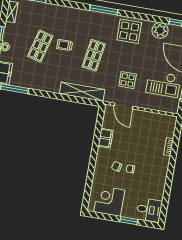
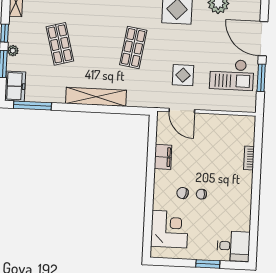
trolley: (65, 45) -> (93, 38), removed
shop shelf: (40, 46) -> (60, 44), turned -30
shelving: (82, 92) -> (96, 97), moved
corner desk: (109, 201) -> (169, 229), moved, turned 90

